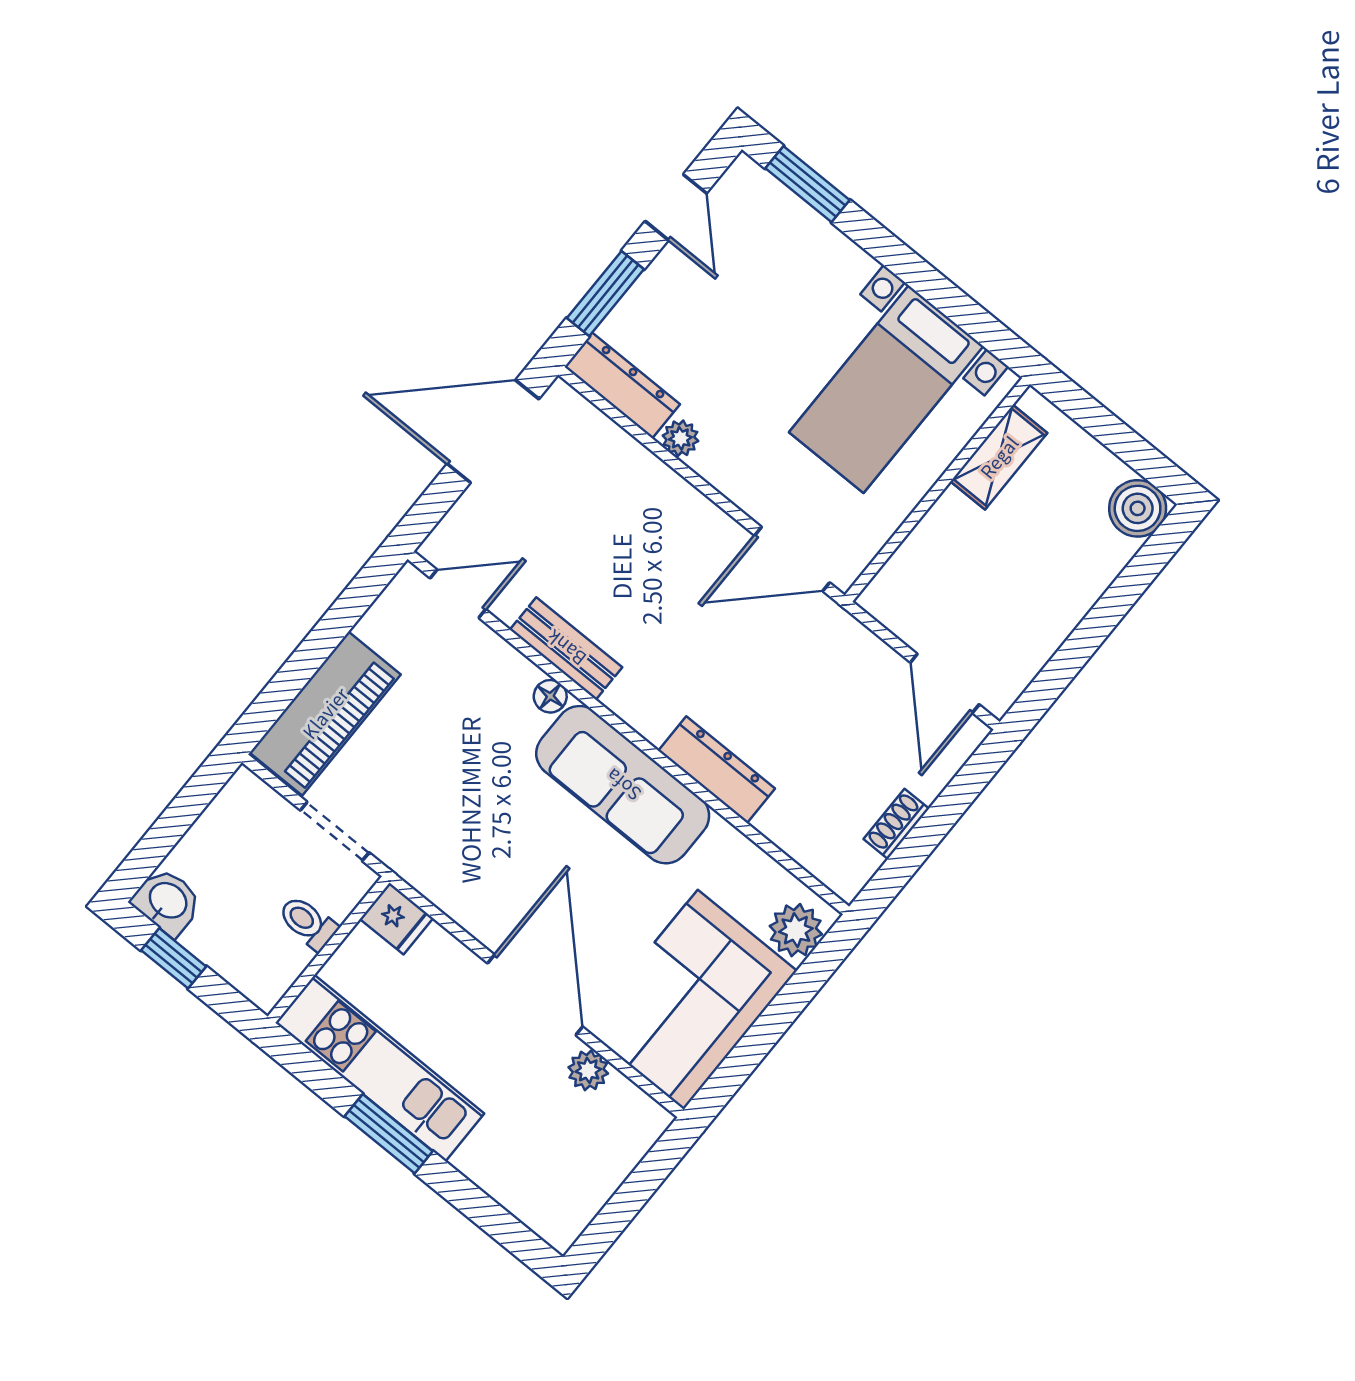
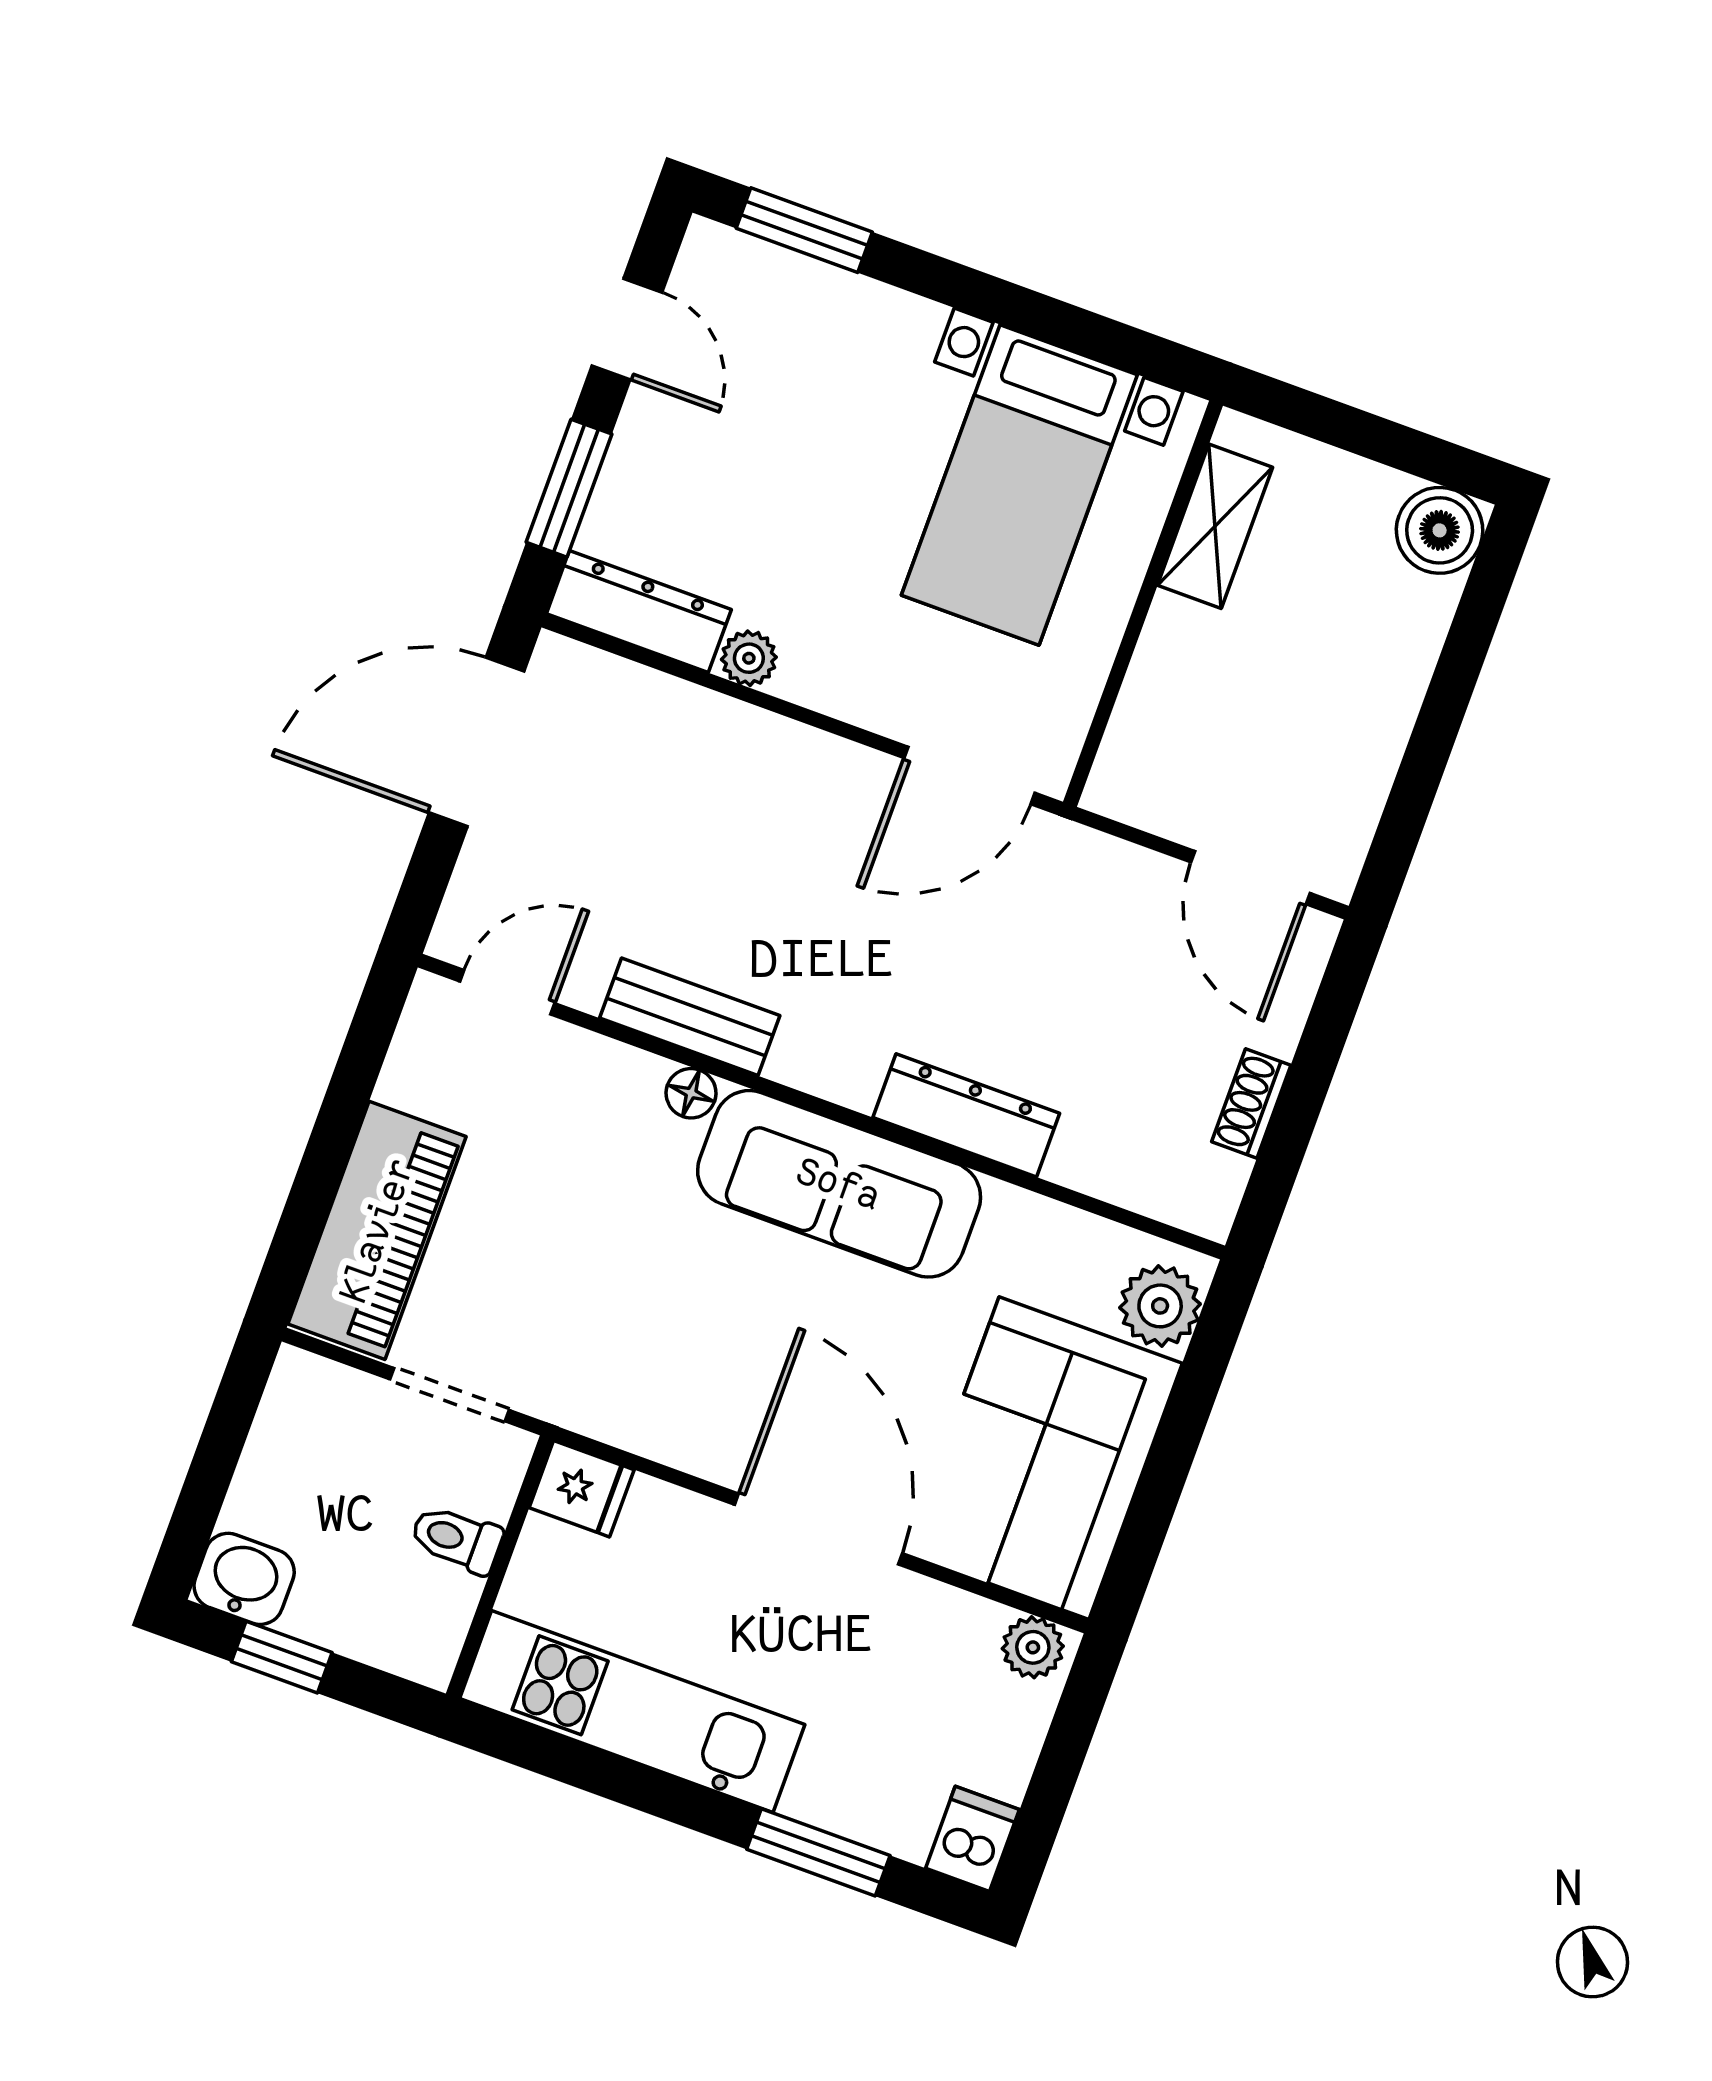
plant: (588, 1070) -> (1033, 1647), moved
window: (389, 1134) -> (818, 1852), moved
dishwasher: (564, 1221) -> (972, 1839), added

